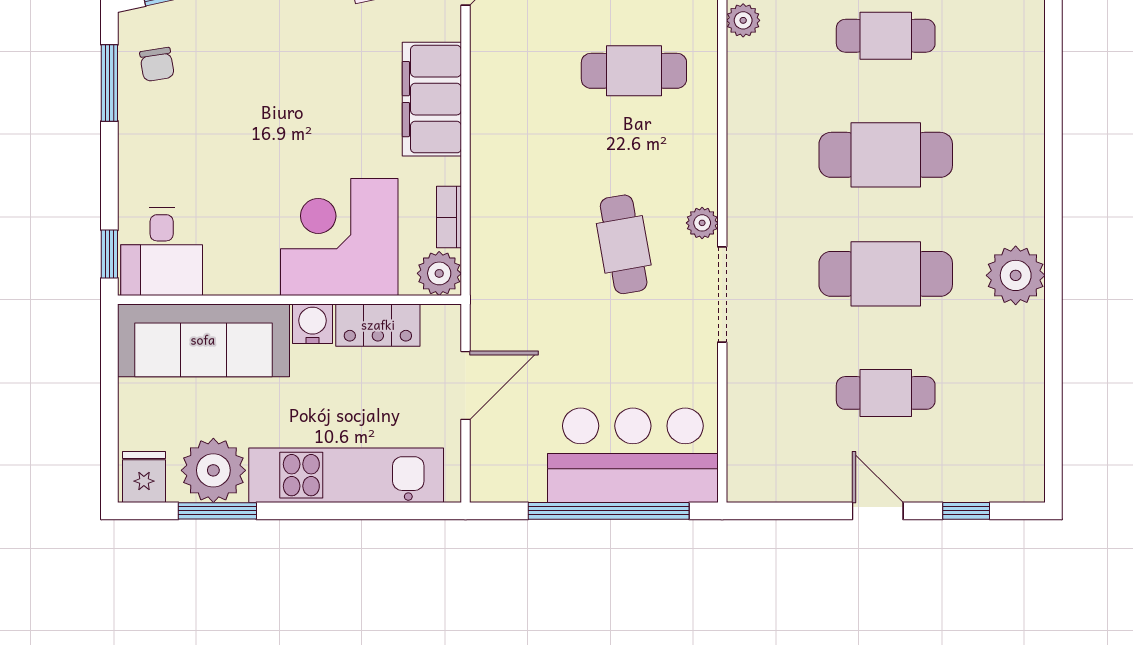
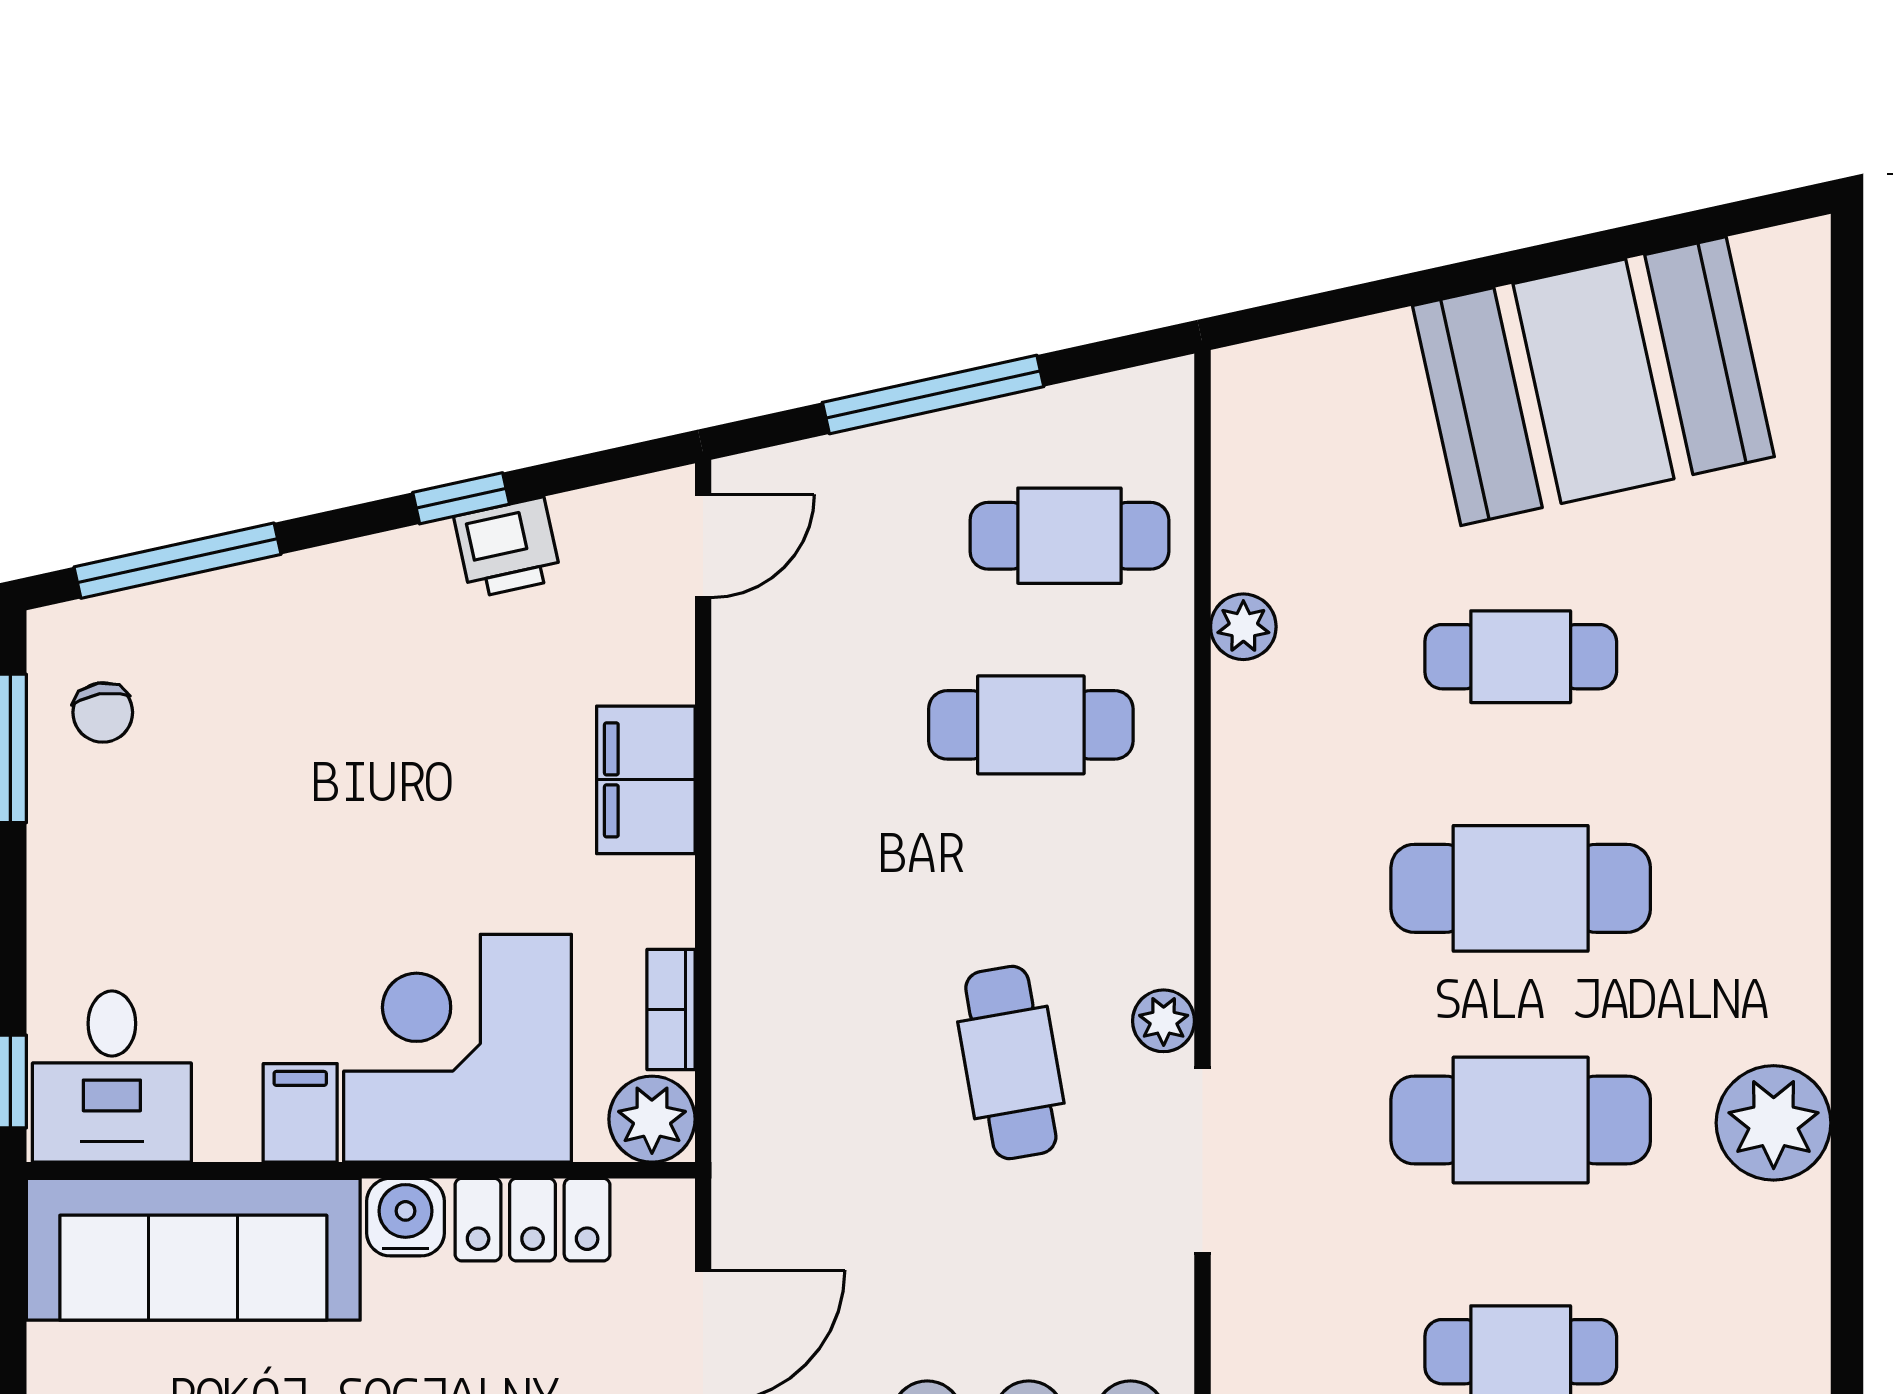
filing cabinet: (432, 99) -> (646, 780), width x0.67, depth x0.86
filing cabinet: (258, 270) -> (300, 1113), added

